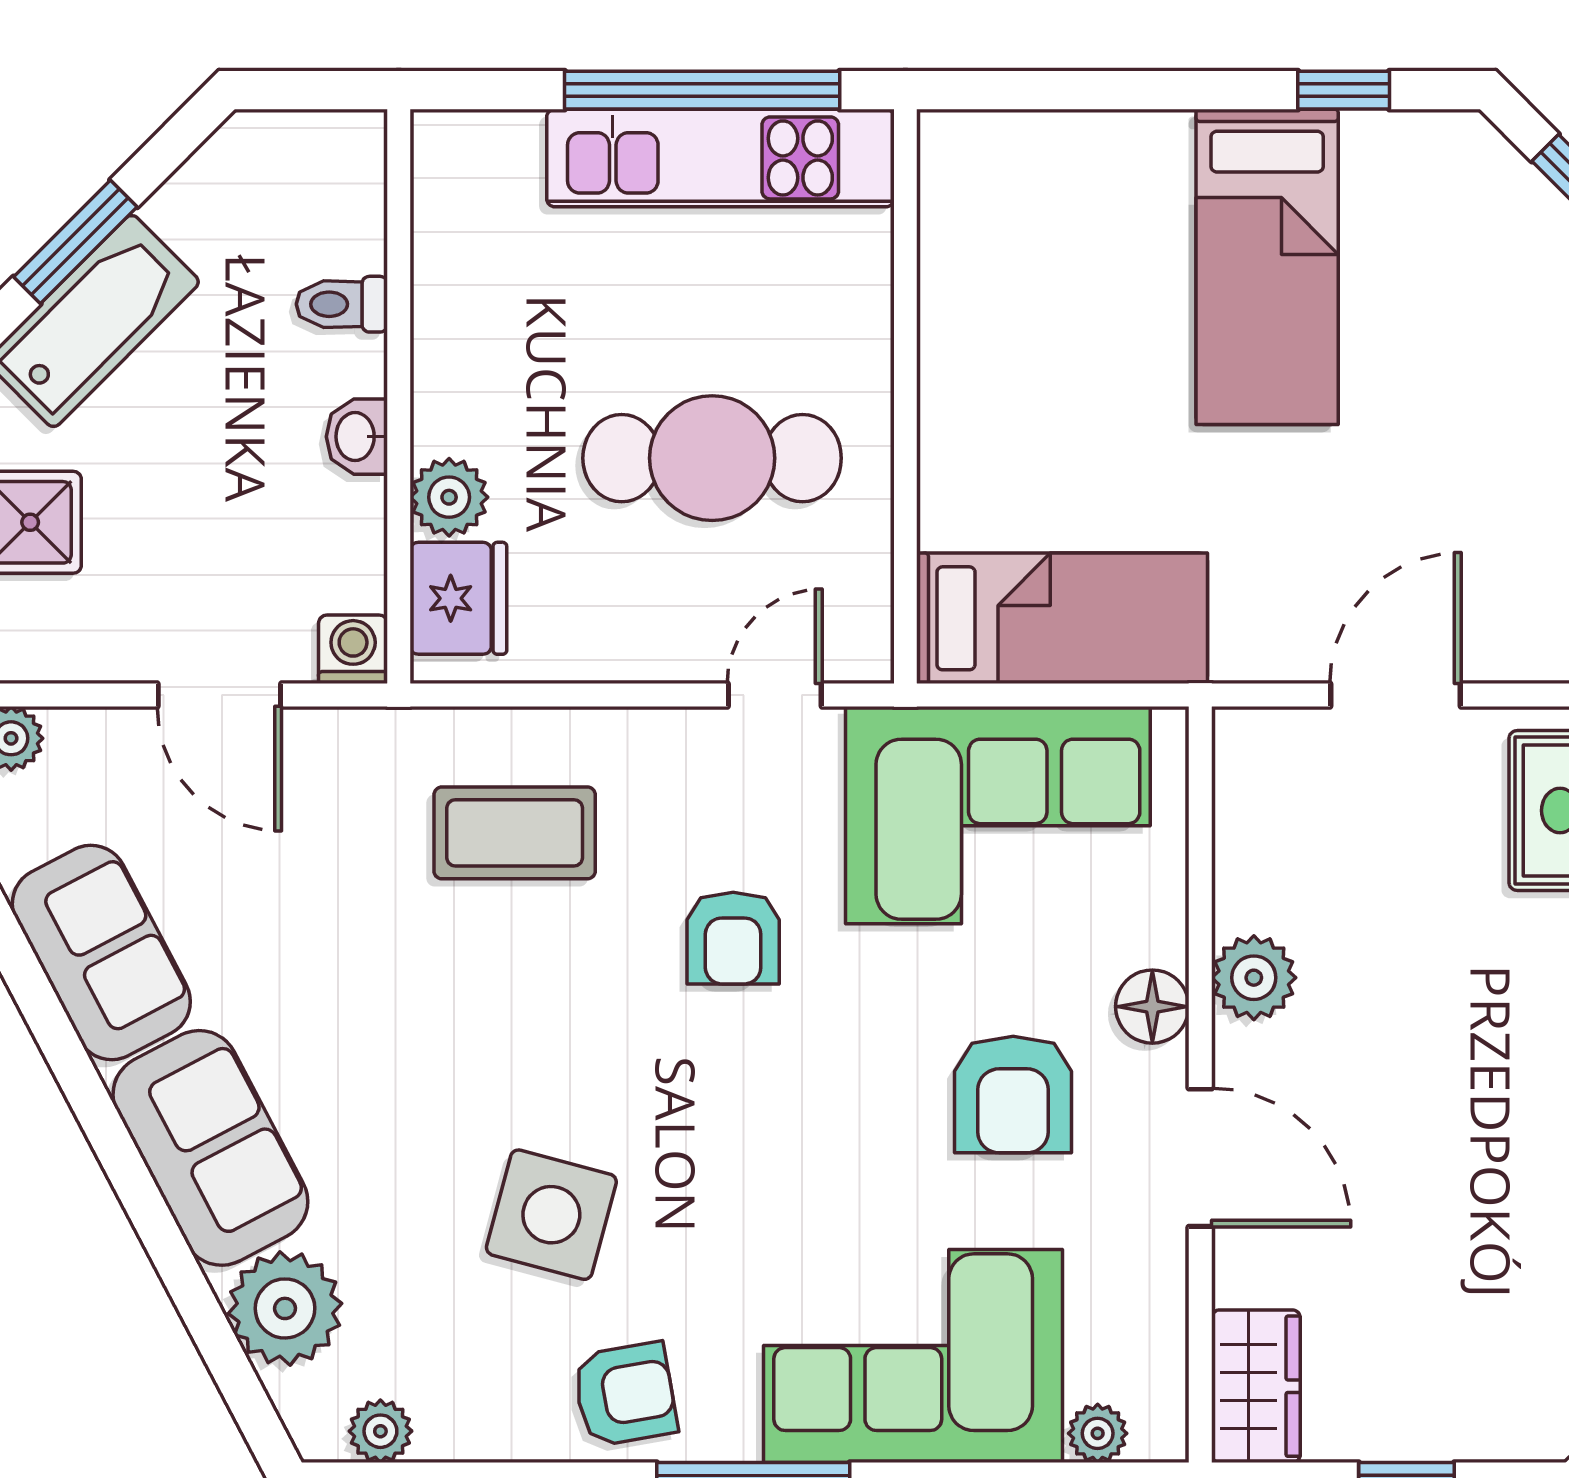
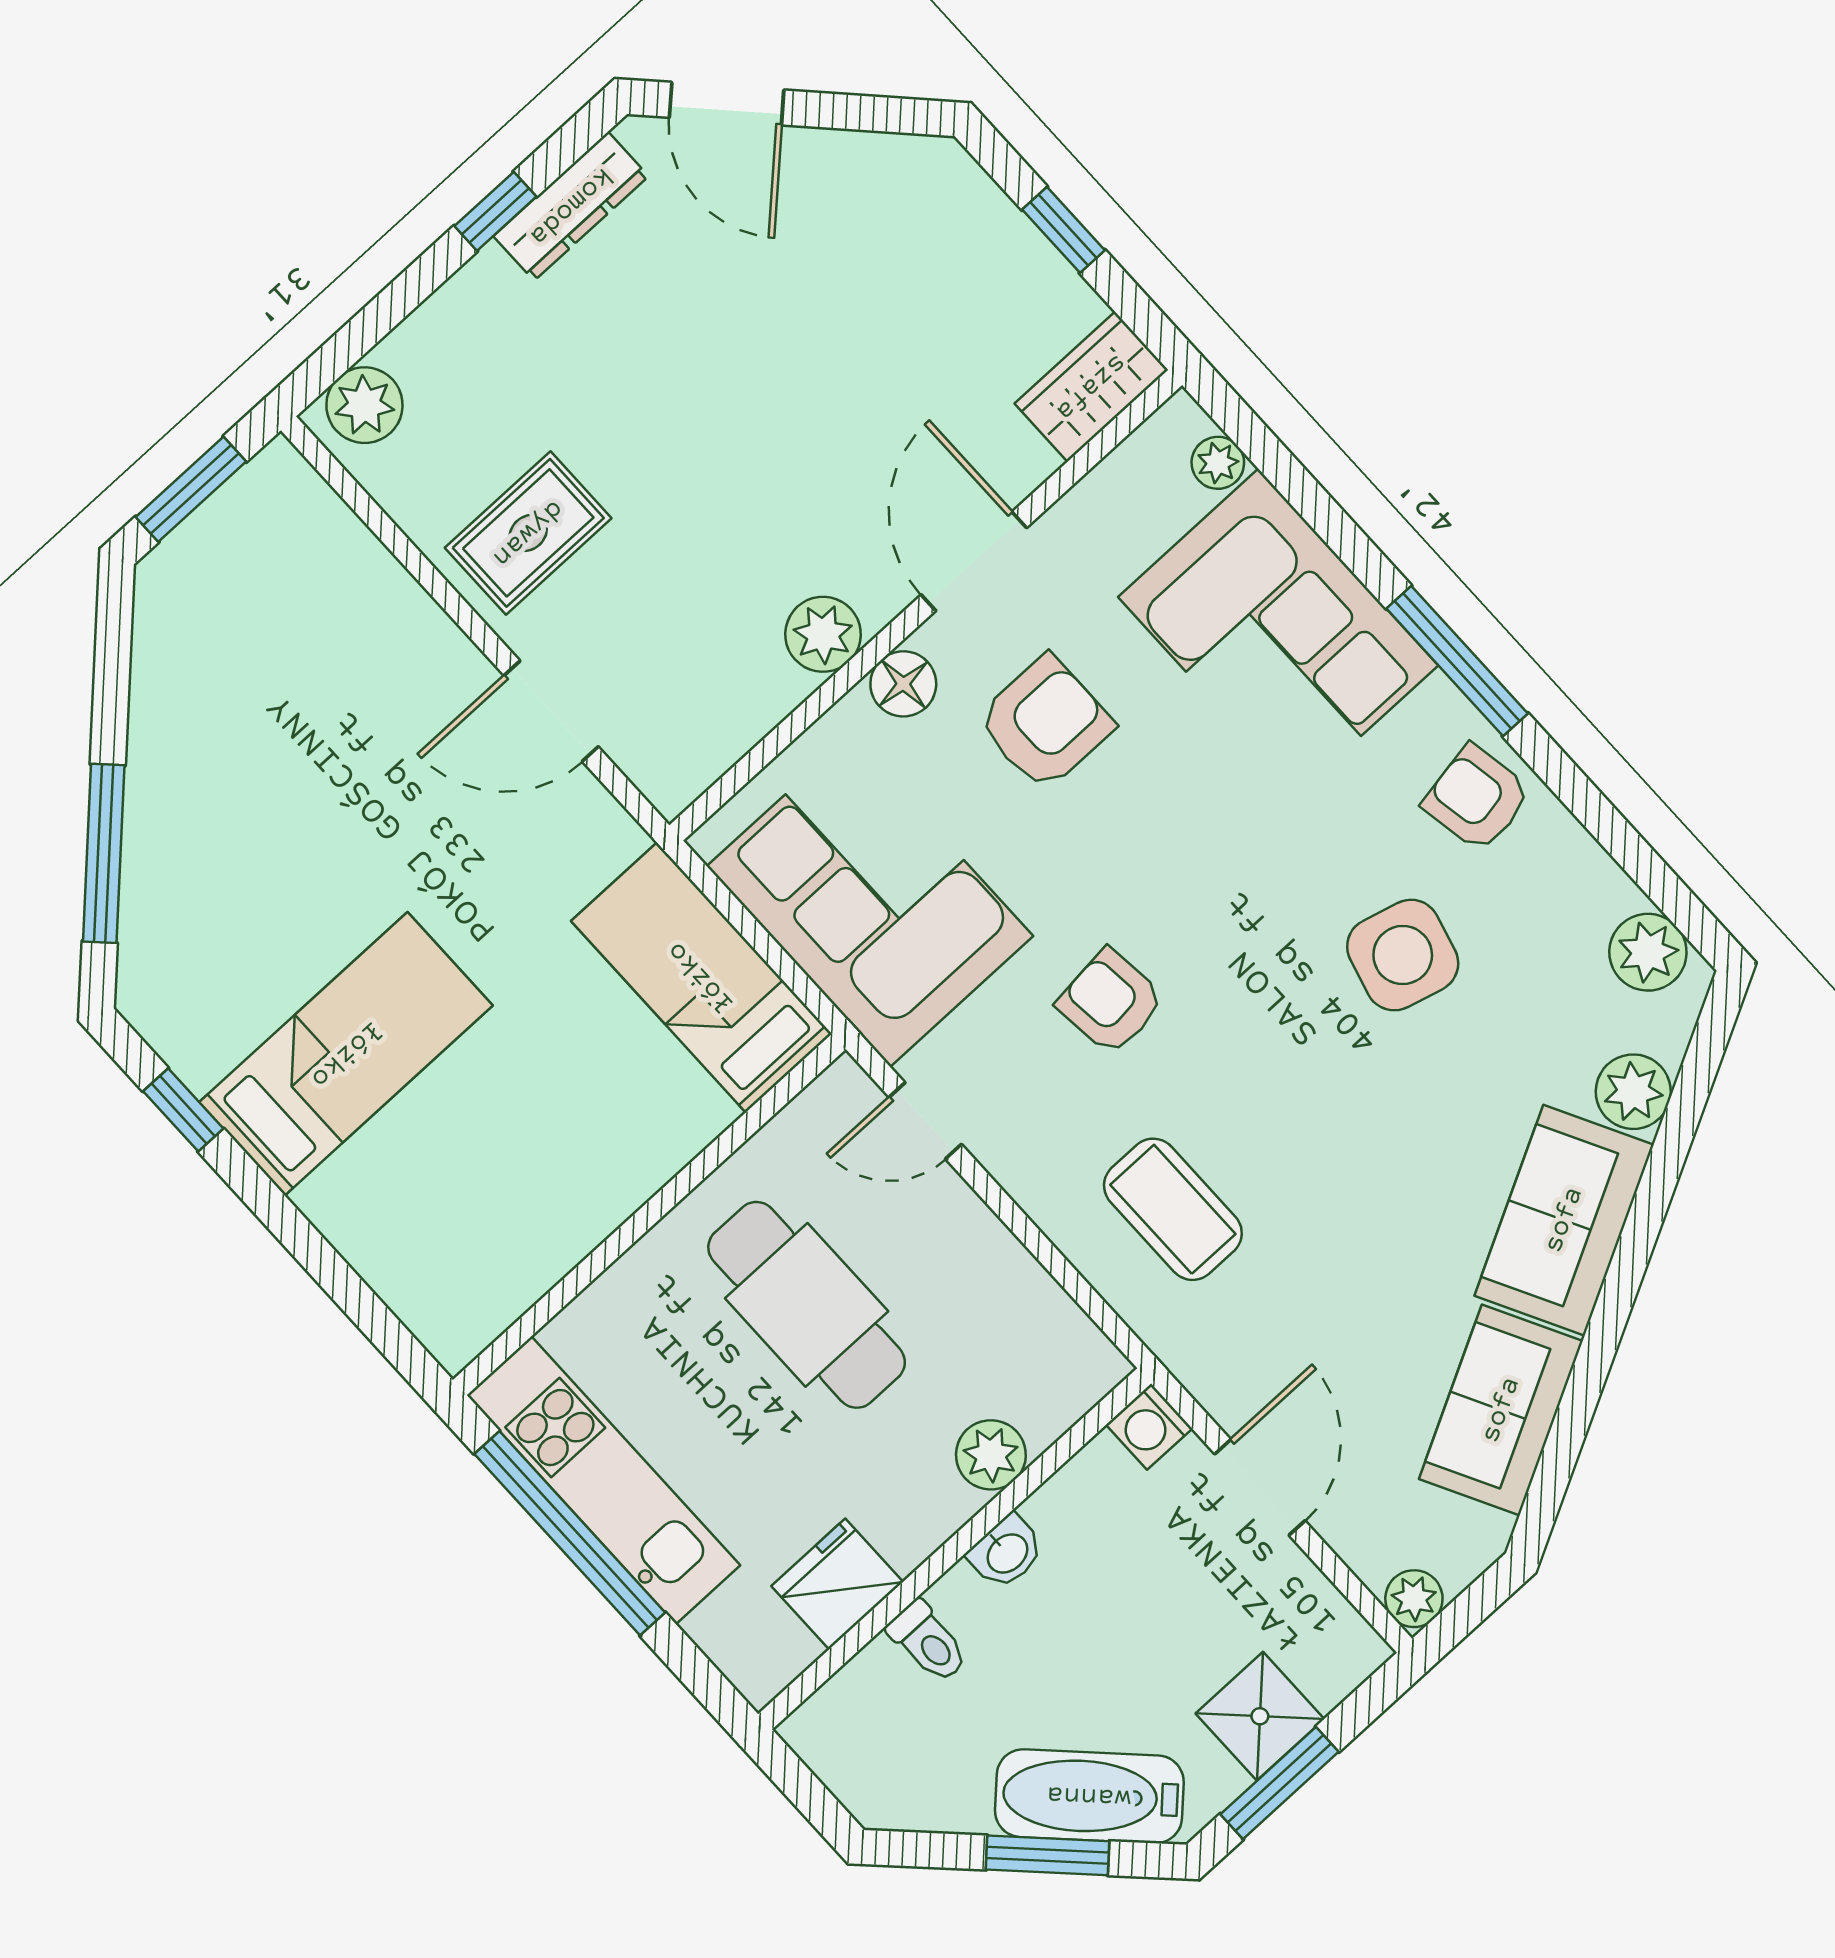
fridge: (458, 598) -> (837, 1584), moved
armchair: (733, 938) -> (1111, 1002), turned -96
plant: (285, 1308) -> (1633, 1092), width x0.73, depth x0.73
plant: (380, 1431) -> (1648, 952), width x1.38, depth x1.38

